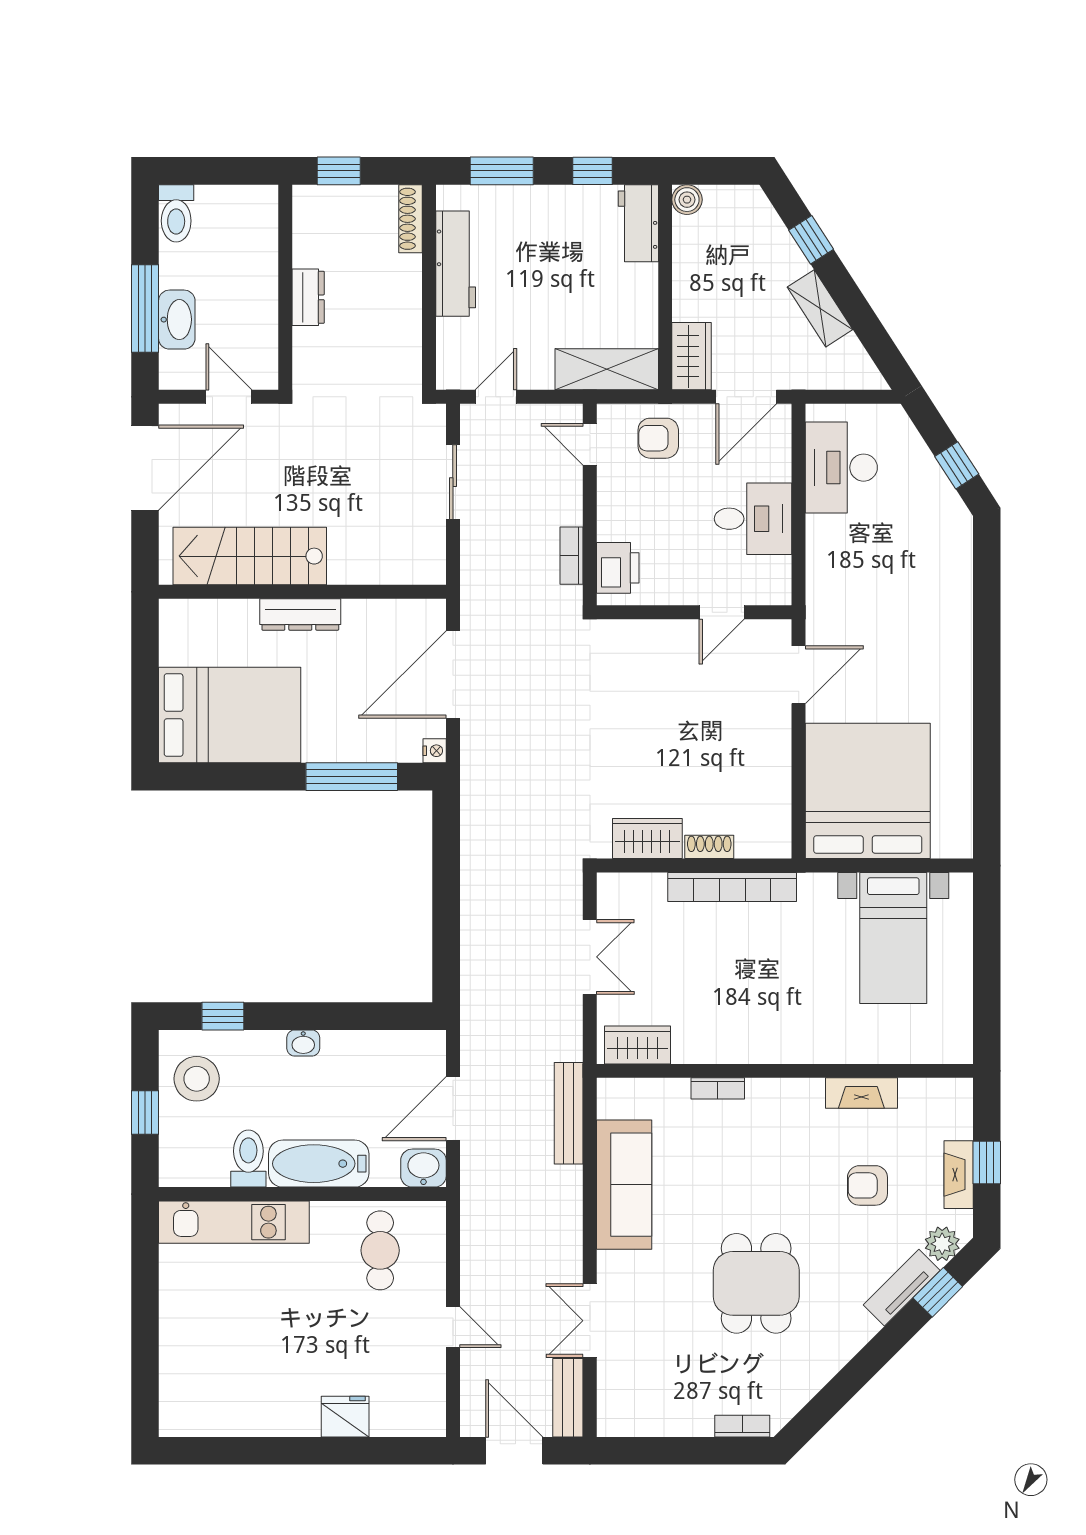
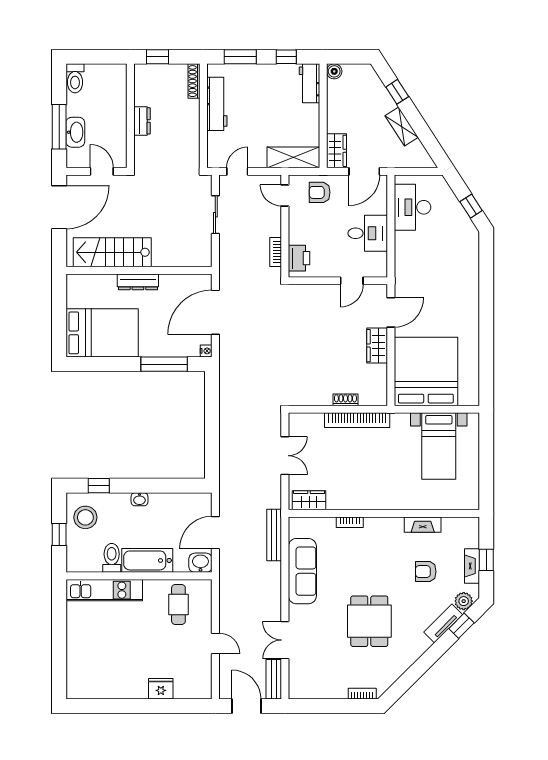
wardrobe: (647, 839) -> (377, 346), moved, turned -90

